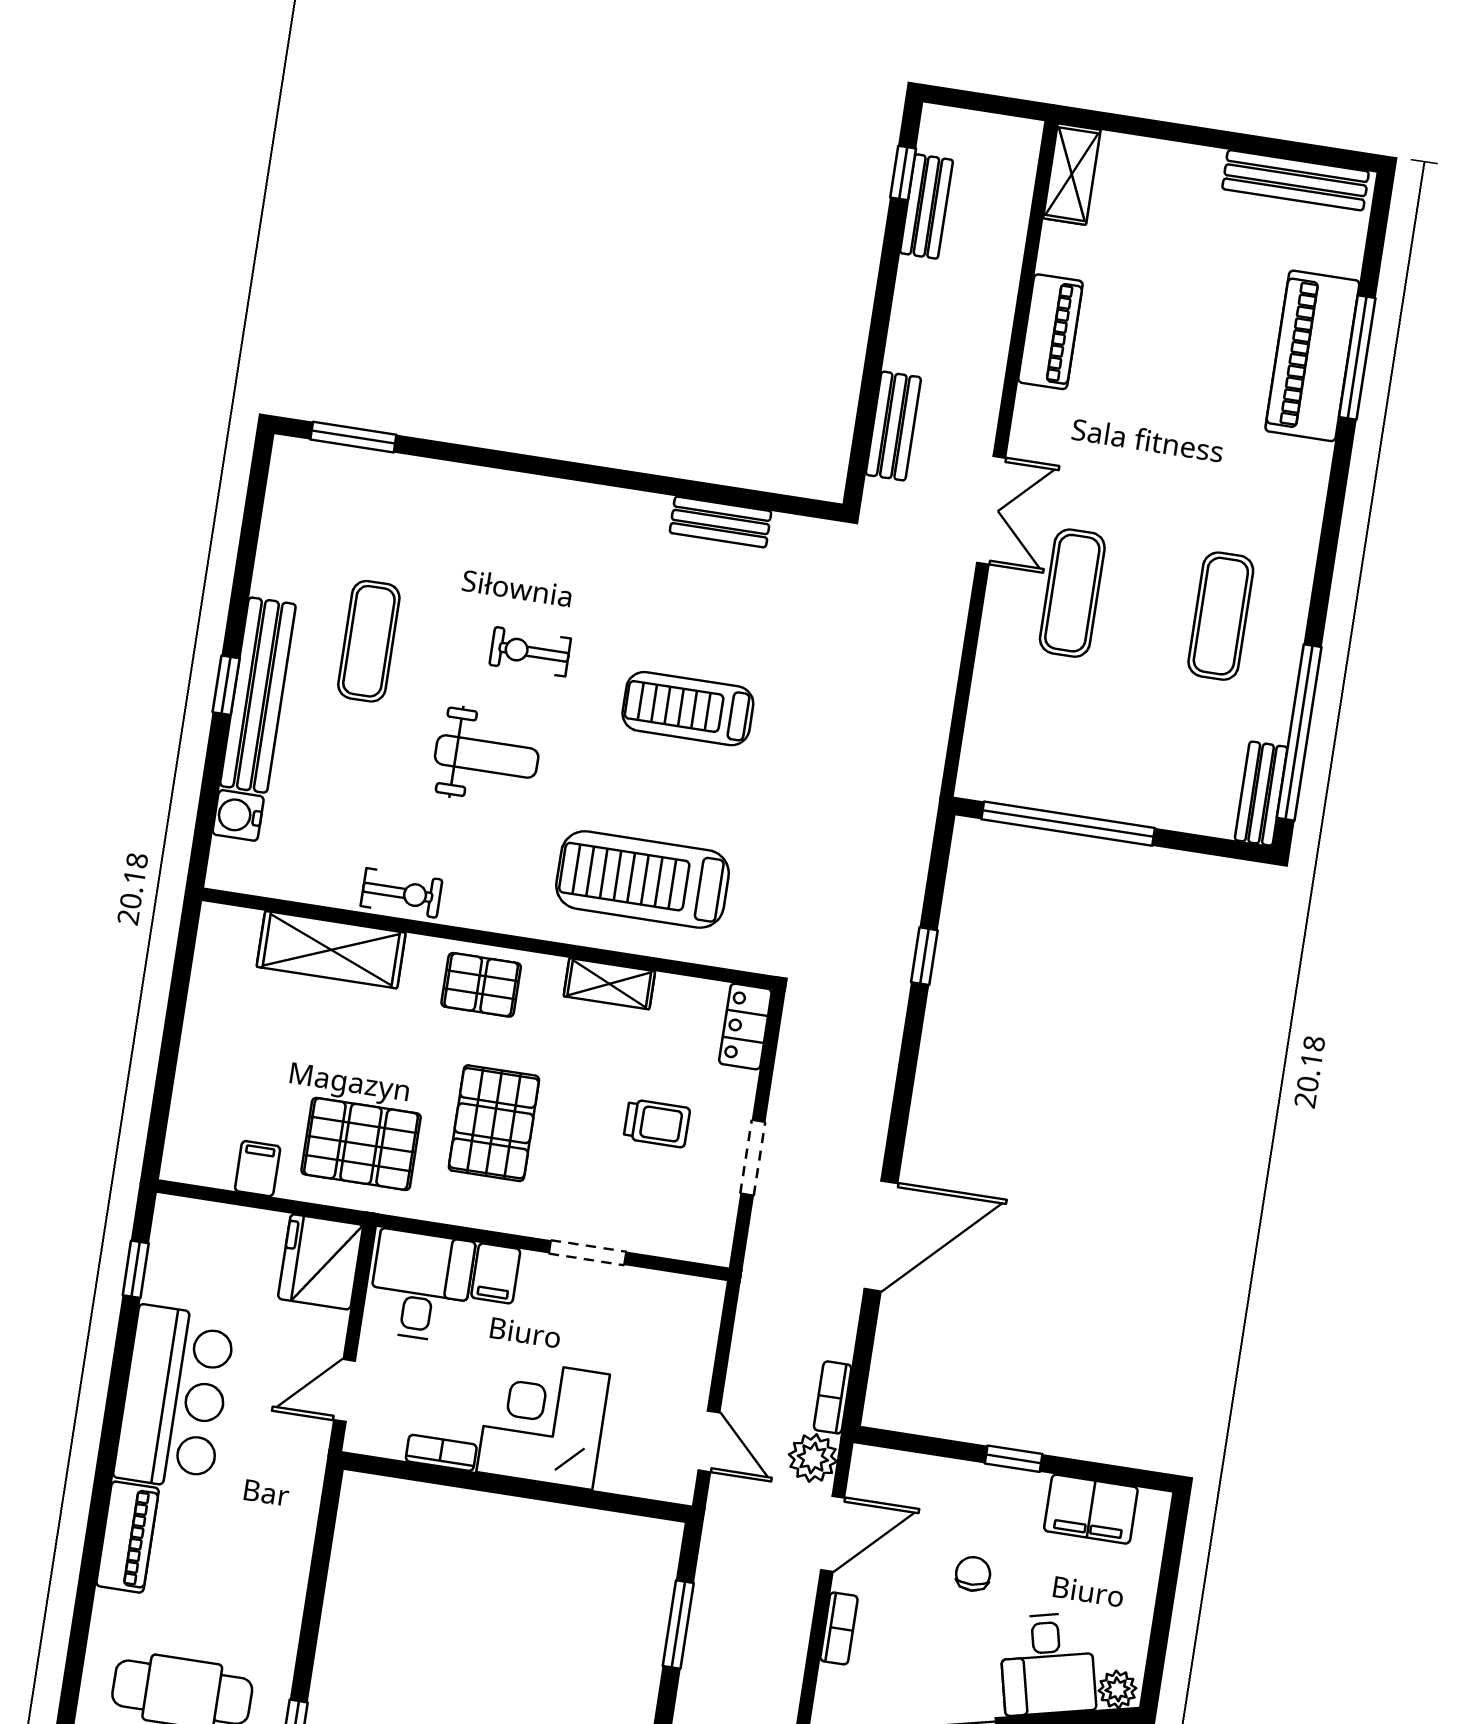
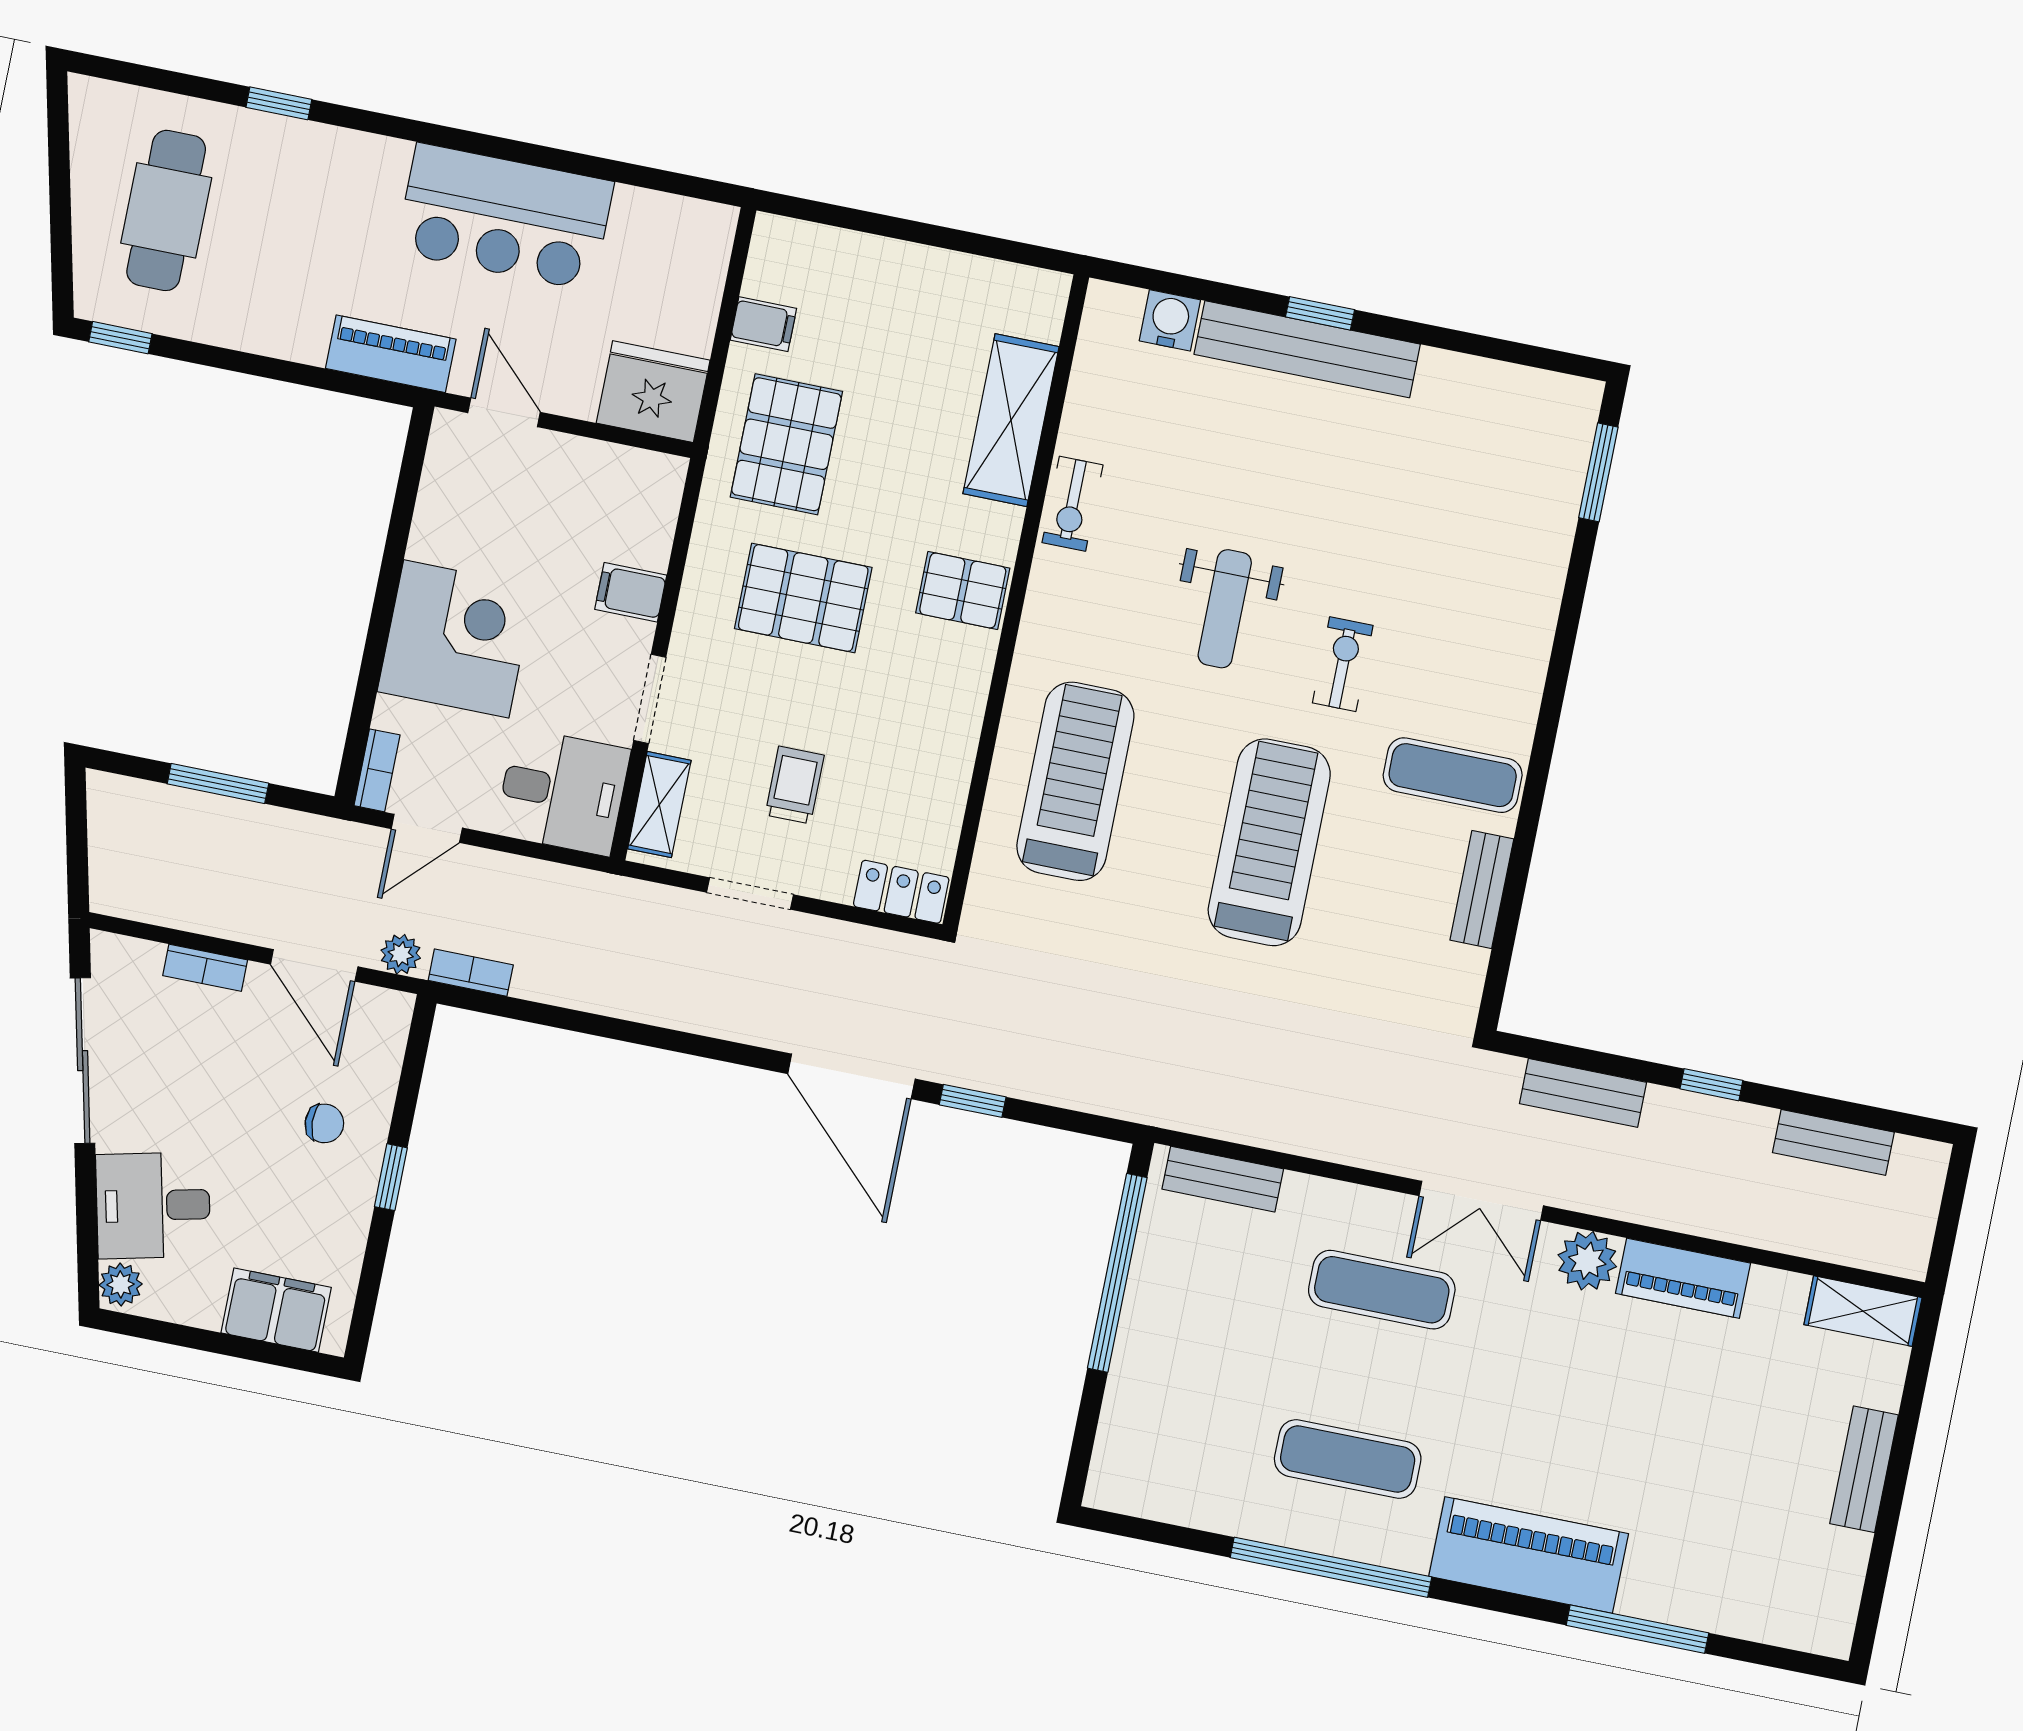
window: (903, 173) -> (1711, 1085), moved
bench: (1296, 180) -> (1864, 1469), moved, width x0.73
piano: (1312, 356) -> (1529, 1555), moved
plant: (1039, 416) -> (1587, 1261), added
exercise mat: (369, 641) -> (1453, 775), moved
treadmill: (688, 709) -> (1269, 842), width x1.37, depth x1.38
window: (1299, 732) -> (1331, 1567), moved
bench: (1261, 794) -> (1223, 1179), moved
shelving: (609, 984) -> (659, 805), moved
pallet: (481, 985) -> (963, 590), turned 90
trolley: (657, 1123) -> (795, 785), turned 180
door: (881, 1236) -> (851, 1076), moved
window: (136, 1269) -> (279, 103), moved
desk: (421, 1286) -> (563, 792), moved
bookcase: (441, 1453) -> (377, 770), moved
plant: (813, 1458) -> (401, 954), width x0.73, depth x0.73
filing cabinet: (1091, 1509) -> (276, 1310), moved, turned 90
piano: (128, 1537) -> (391, 354), moved, turned 180
chair: (973, 1574) -> (324, 1123), moved

